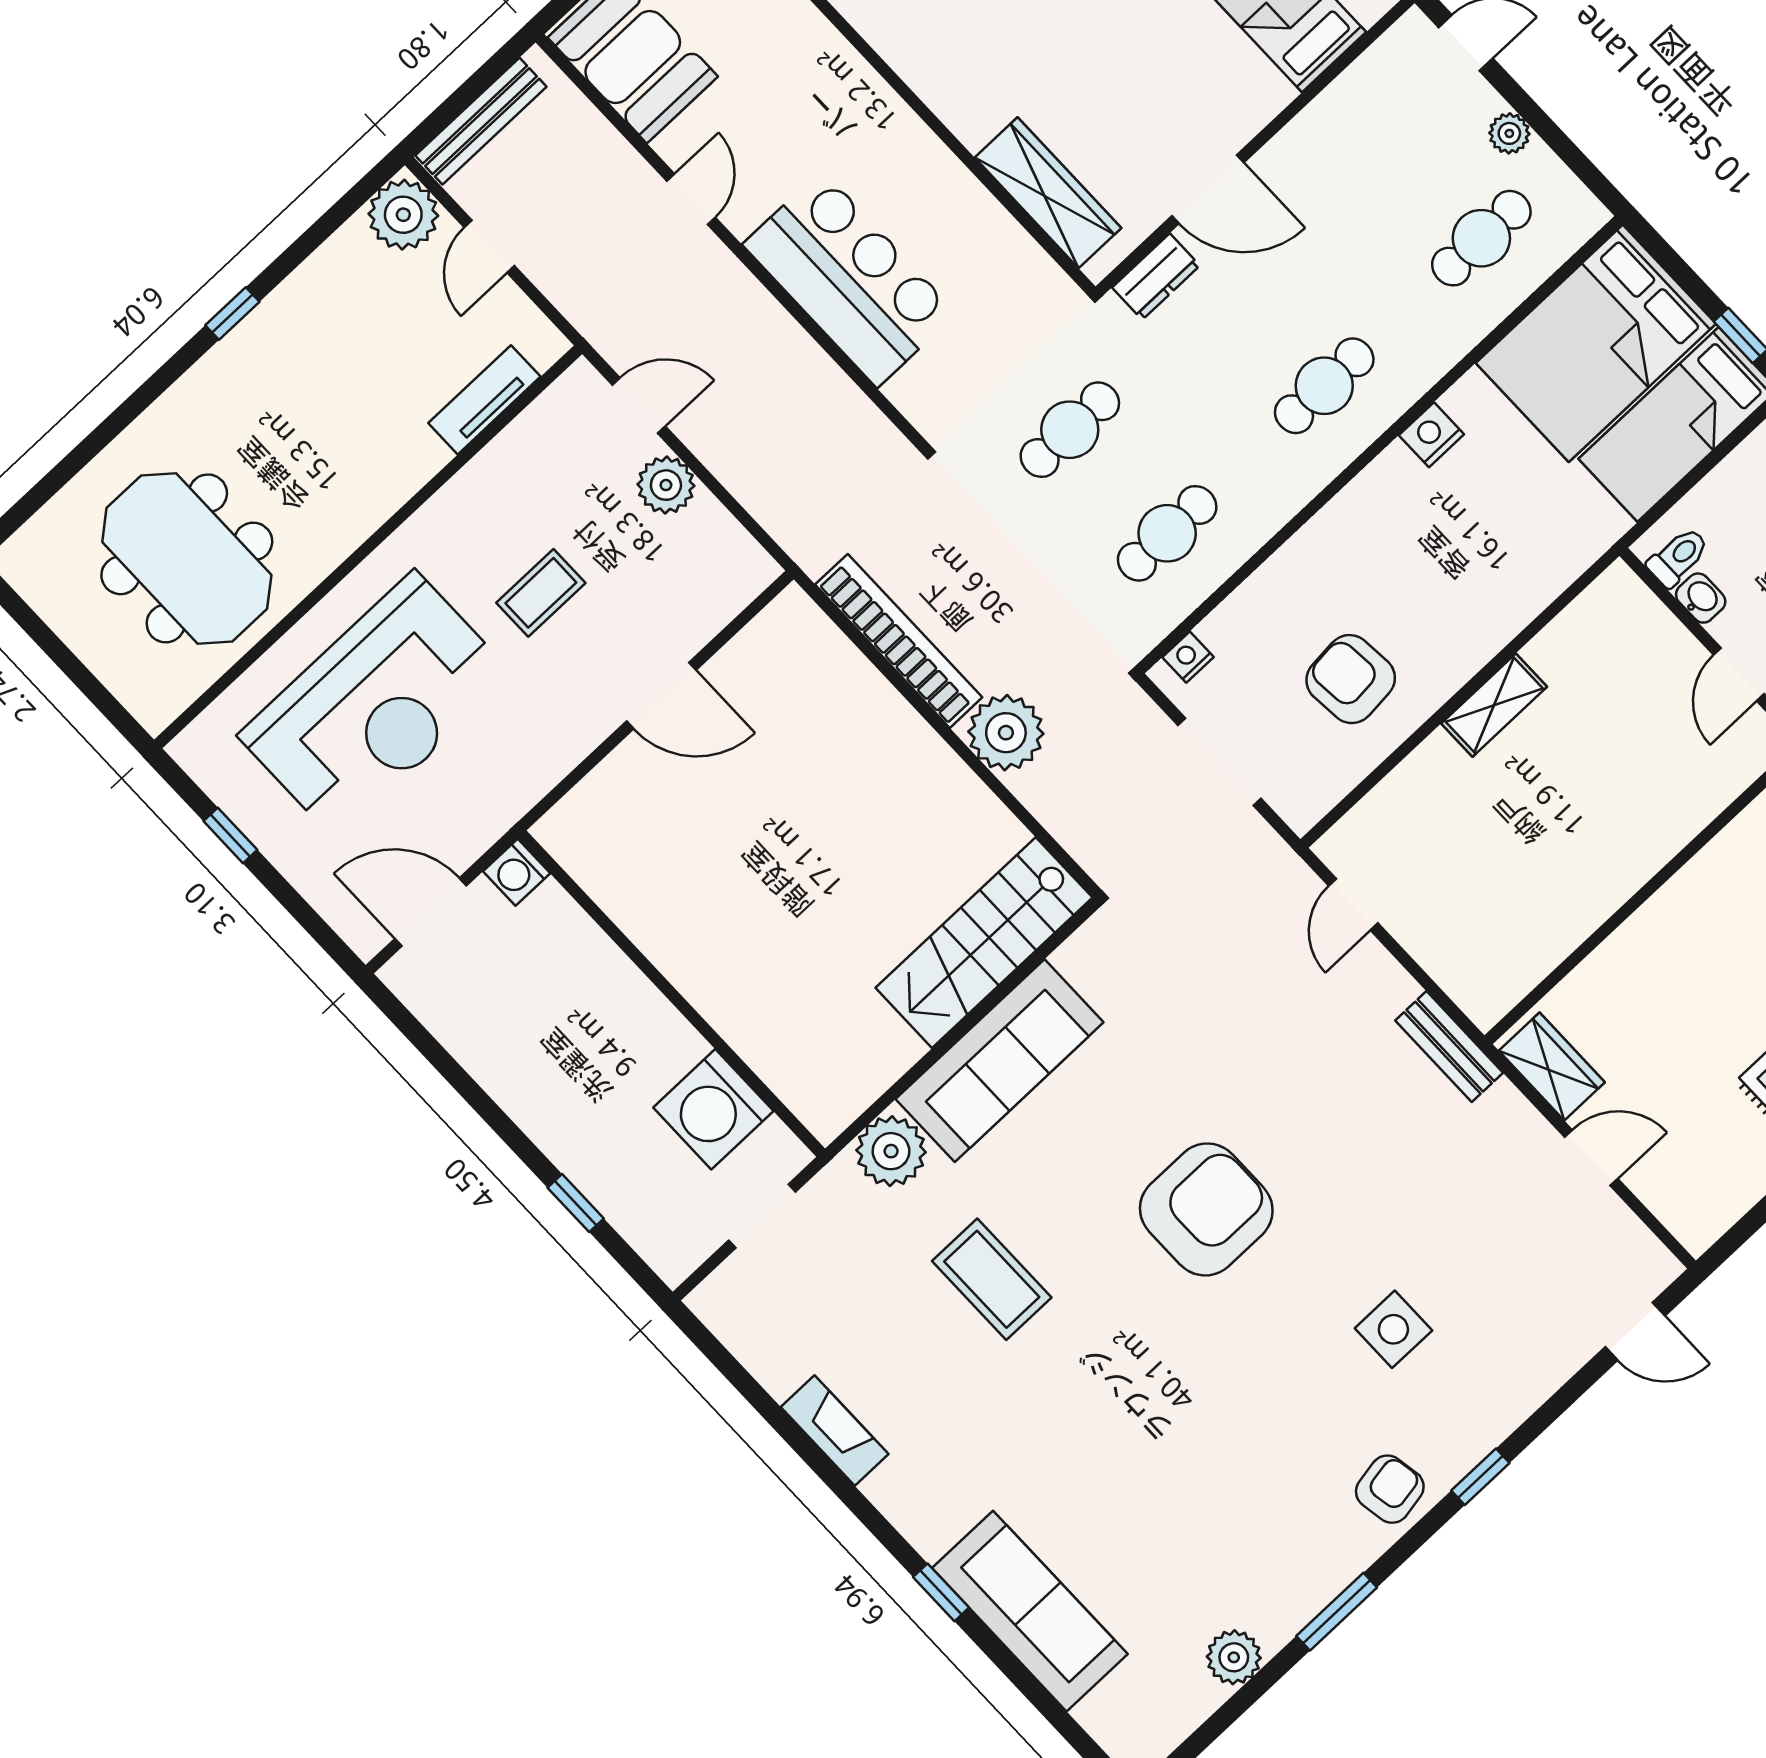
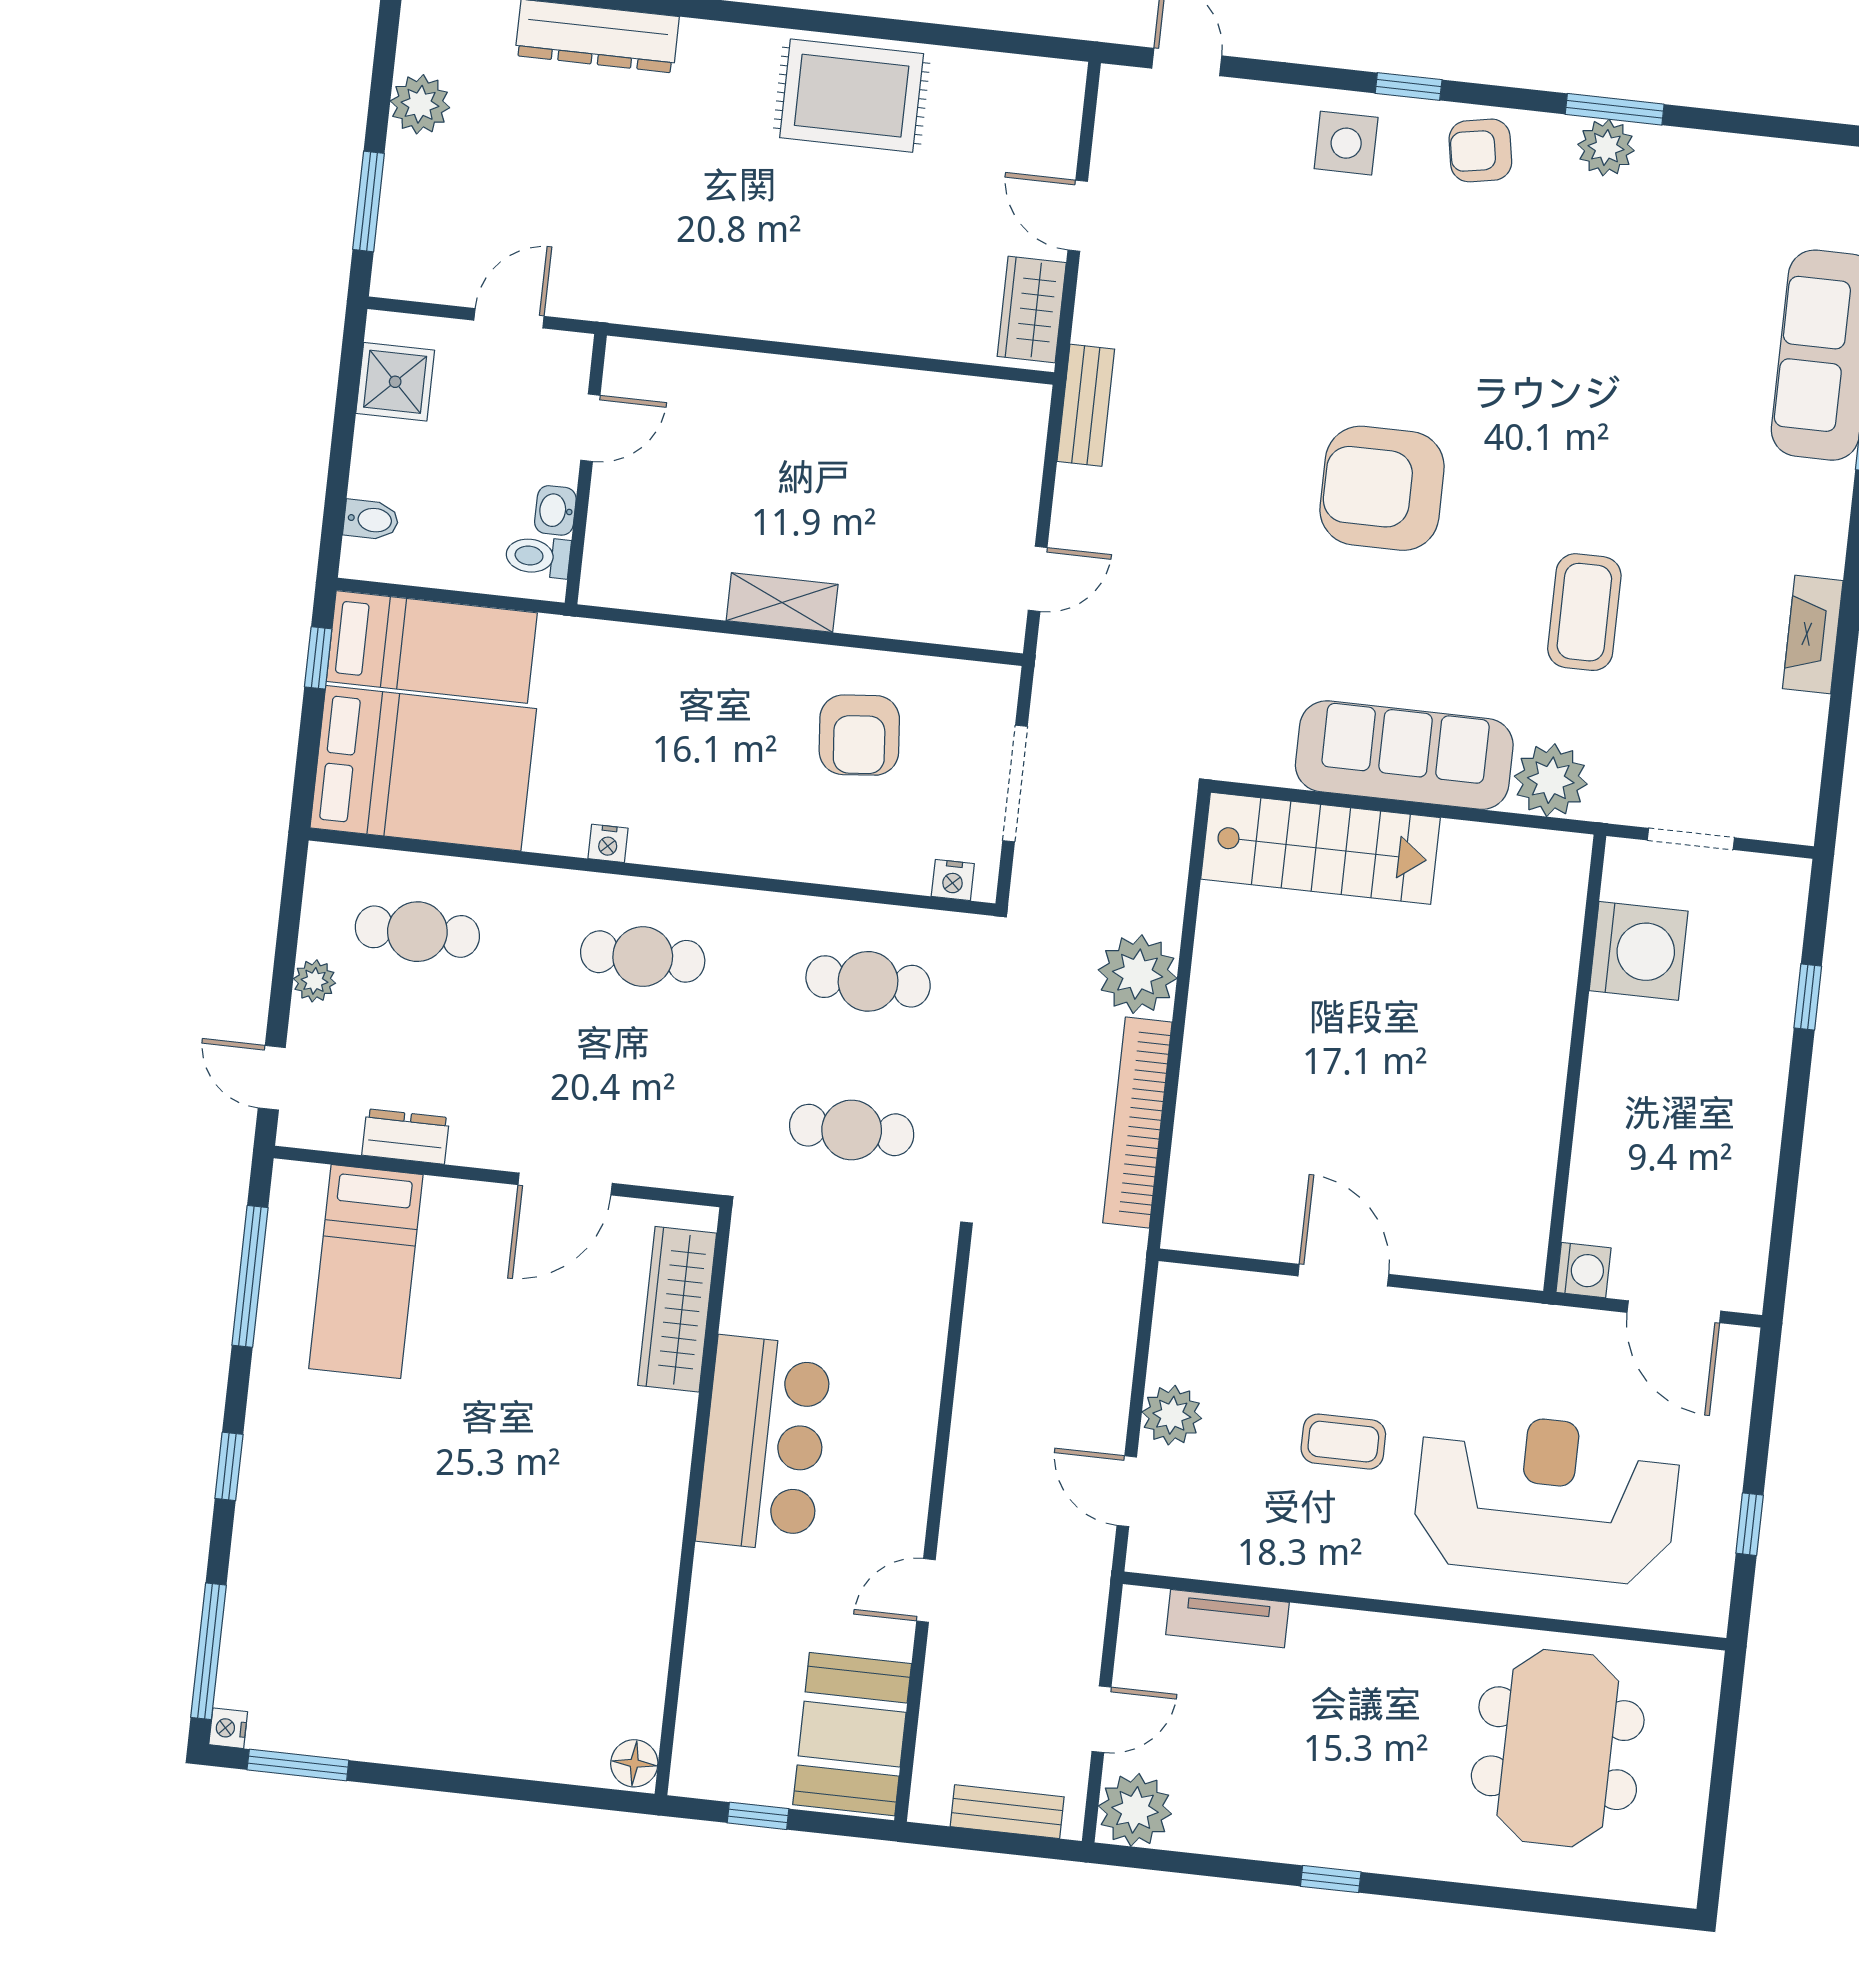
bench: (481, 121) -> (1007, 1812), width x0.73
door: (1208, 189) -> (565, 1184), swing flipped
dresser: (1156, 277) -> (406, 1136), moved
bar counter: (849, 279) -> (764, 1444), moved, turned 180
nightstand: (1431, 435) -> (608, 843), width x0.72, depth x0.74
side table: (1393, 1329) -> (1346, 143), moved
plant: (1234, 1657) -> (1606, 148), moved

